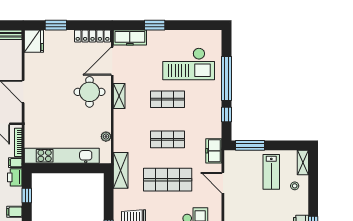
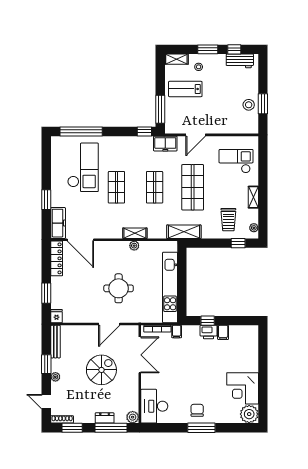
fridge: (34, 41) -> (57, 316), width x0.53, depth x0.75
window: (227, 78) -> (81, 131), moved
round table: (89, 92) -> (119, 288), moved
shelving: (119, 96) -> (135, 233), moved
window: (227, 114) -> (144, 131), moved
plant: (106, 137) -> (134, 246), moved
lab bench: (271, 172) -> (185, 89), turned 180
printer: (15, 177) -> (208, 332), moved
window: (313, 196) -> (208, 49), added

